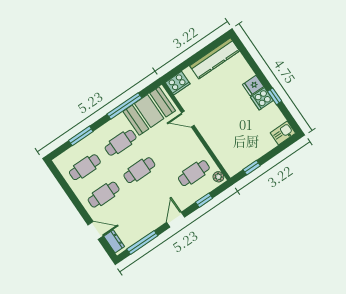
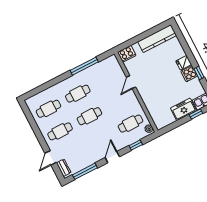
booth: (149, 111) -> (103, 72), removed
door: (188, 119) -> (131, 82), hinge flipped
window: (81, 136) -> (48, 85), removed
freezer: (260, 146) -> (183, 109), added
window: (252, 168) -> (196, 114), moved
door: (96, 230) -> (51, 158), swing flipped

